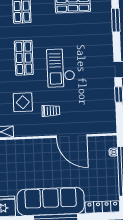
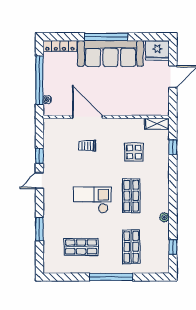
checkout: (61, 68) -> (92, 200), moved, turned -90
trolley: (51, 111) -> (87, 146), moved

